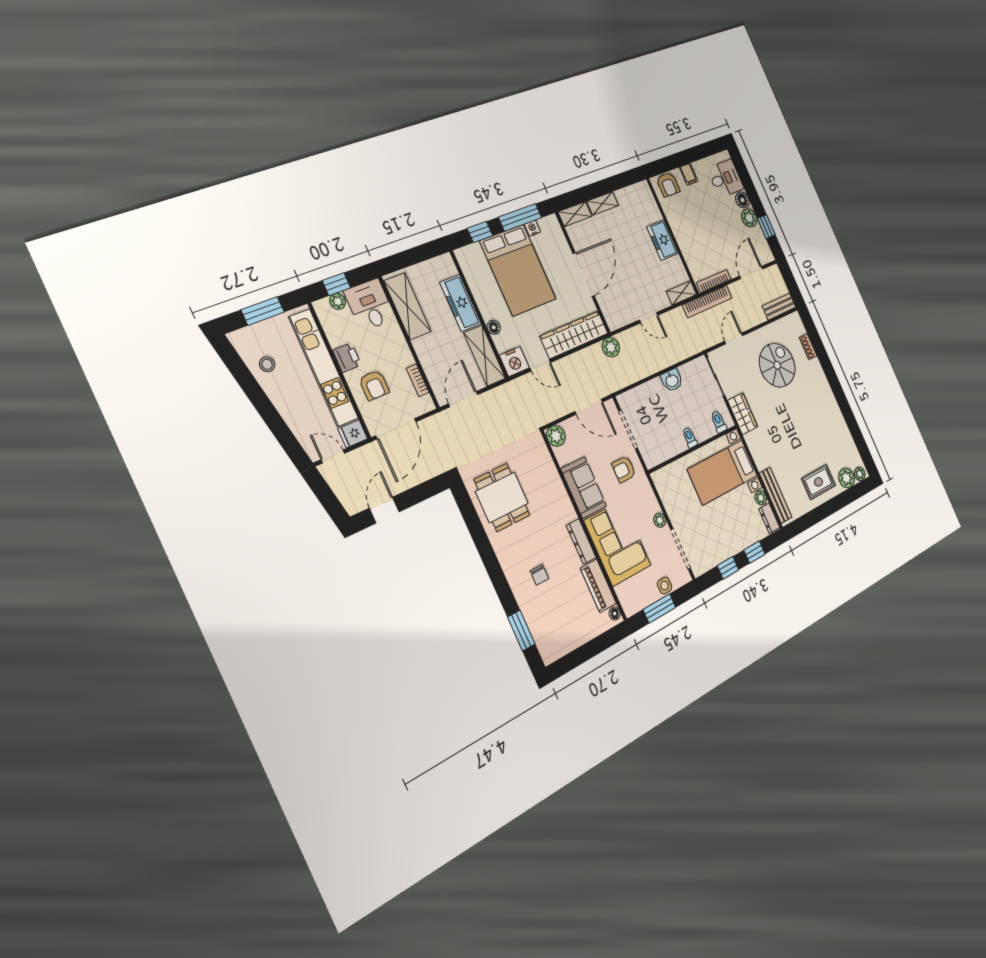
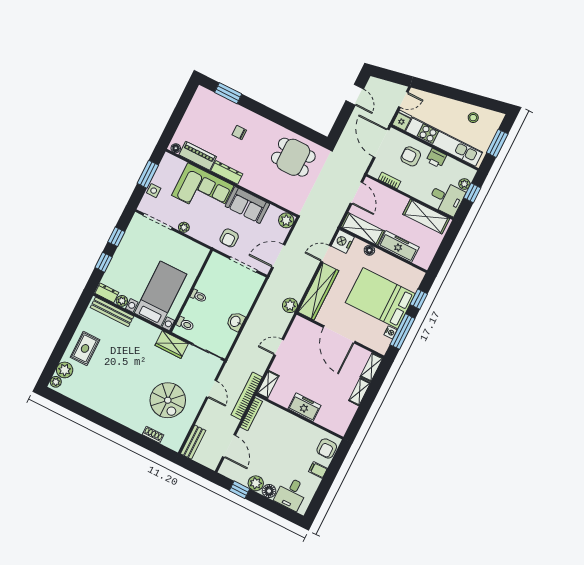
armchair: (668, 184) -> (327, 448), turned -90
armchair: (624, 469) -> (229, 238), turned 180

